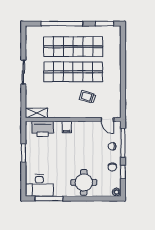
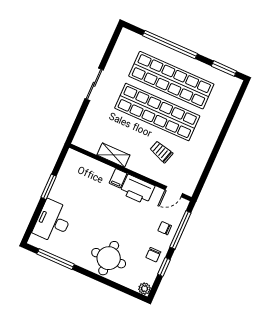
shelving: (36, 113) -> (113, 155), moved
door: (107, 119) -> (174, 192), hinge flipped
printer: (43, 129) -> (137, 189), moved
desk: (39, 186) -> (53, 221), moved, turned 90

